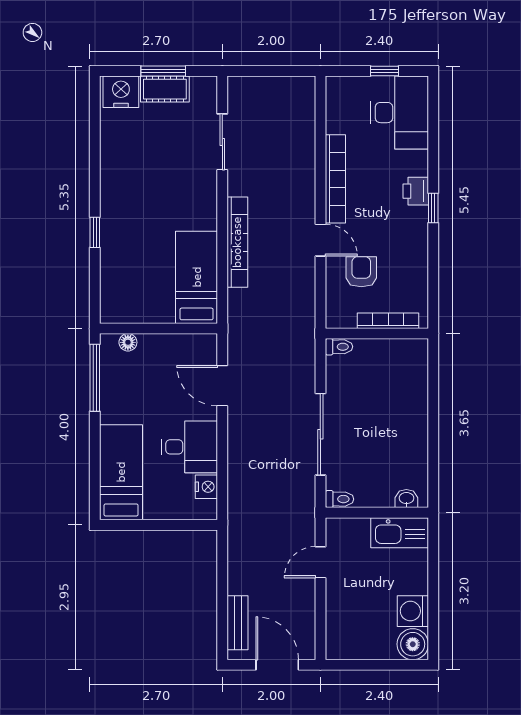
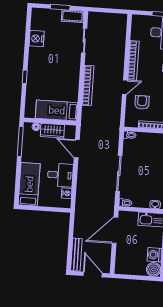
cot: (165, 89) -> (72, 16), moved
nightstand: (121, 92) -> (37, 39), moved, turned -90
door: (320, 240) -> (125, 87), hinge flipped
bed: (197, 277) -> (57, 110), moved, turned -90
wardrobe: (165, 349) -> (52, 131), added
door: (320, 562) -> (115, 230), width x1.88
bench: (238, 623) -> (76, 255), width x1.36

